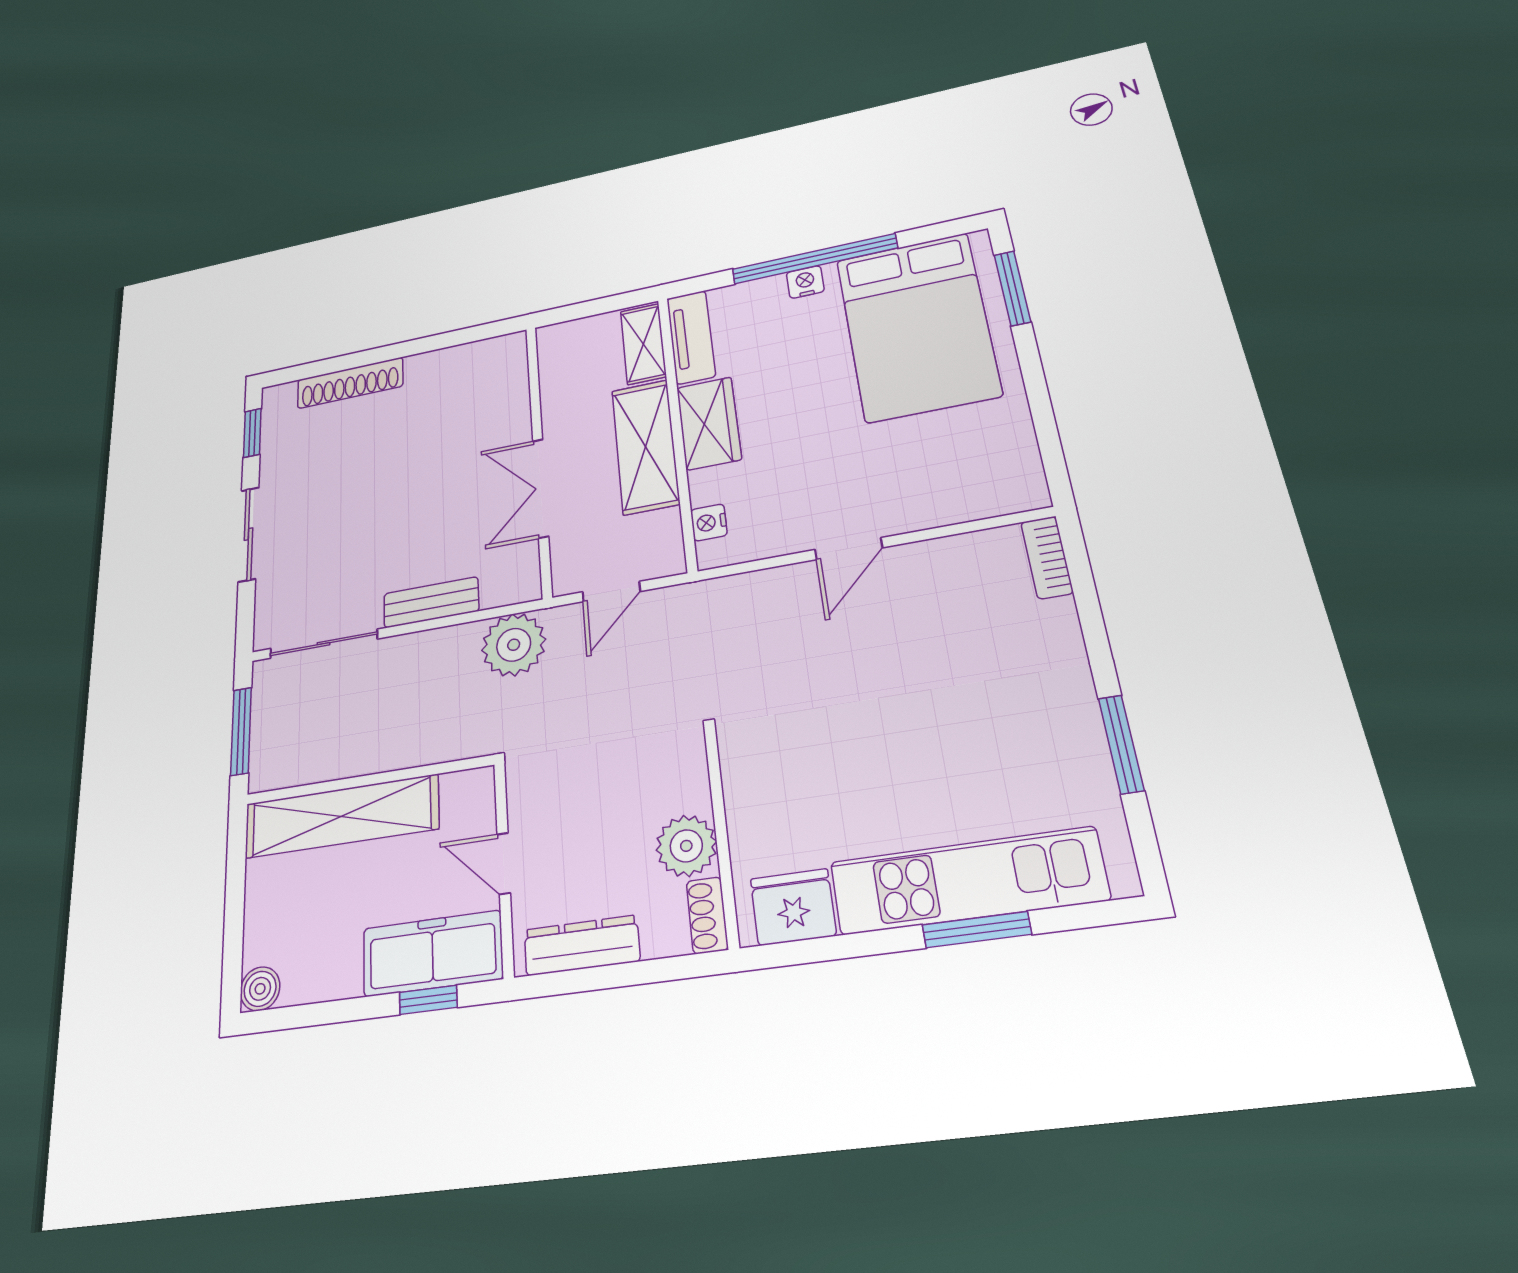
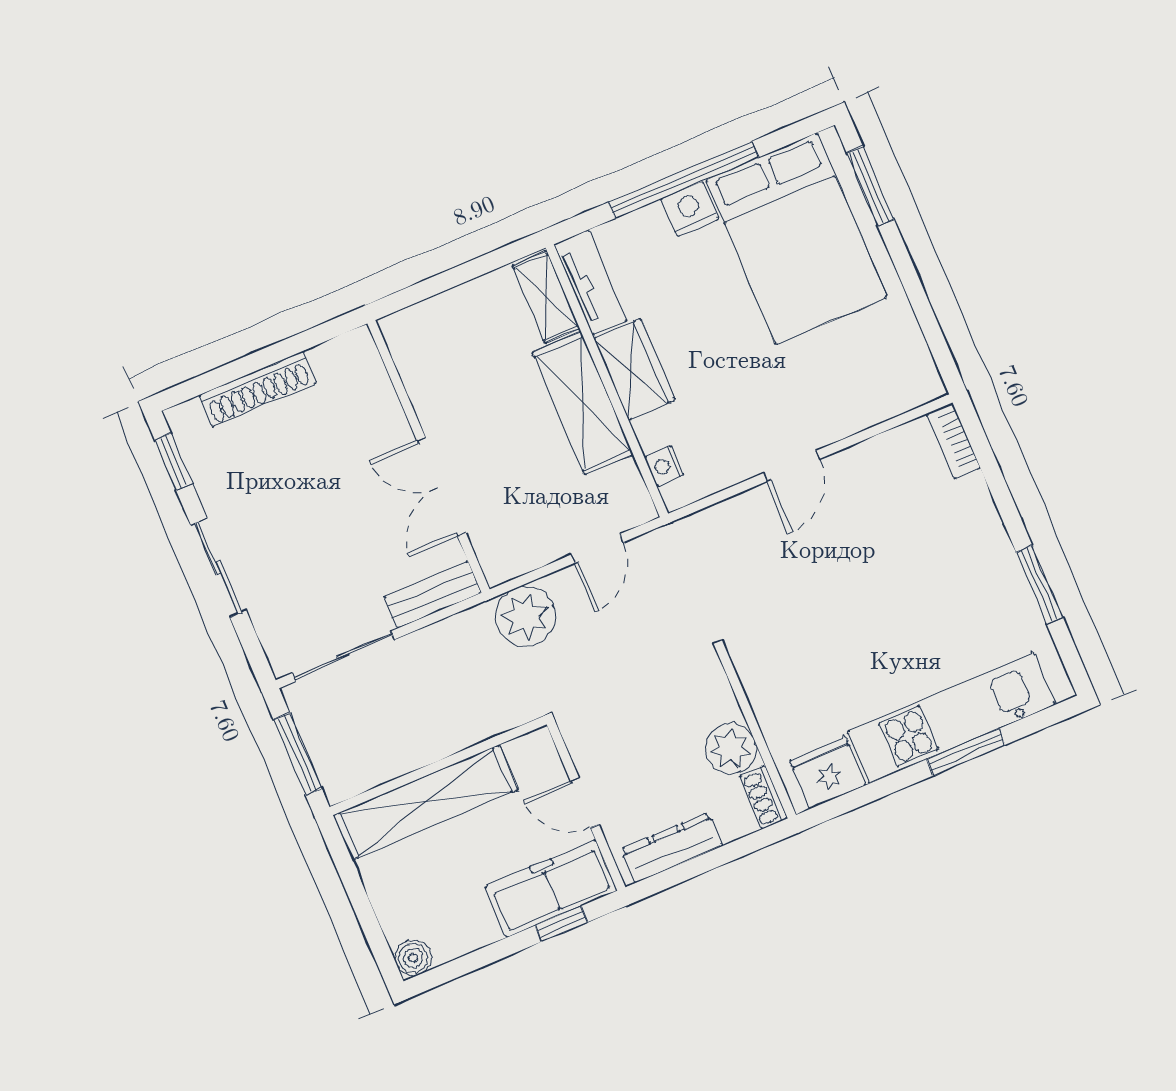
nightstand: (805, 282) -> (690, 209), width x1.39, depth x1.35
wall: (539, 457) -> (428, 456), moved
double door: (541, 488) -> (441, 487), moved

